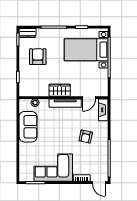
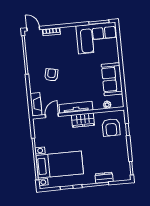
dresser: (28, 33) -> (104, 178), moved
armchair: (38, 57) -> (111, 127), moved
corner sofa: (53, 168) -> (97, 38), moved

